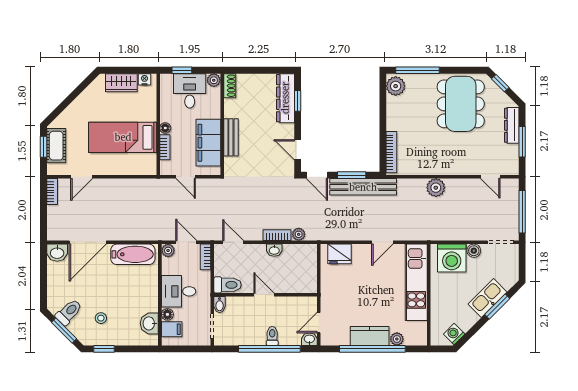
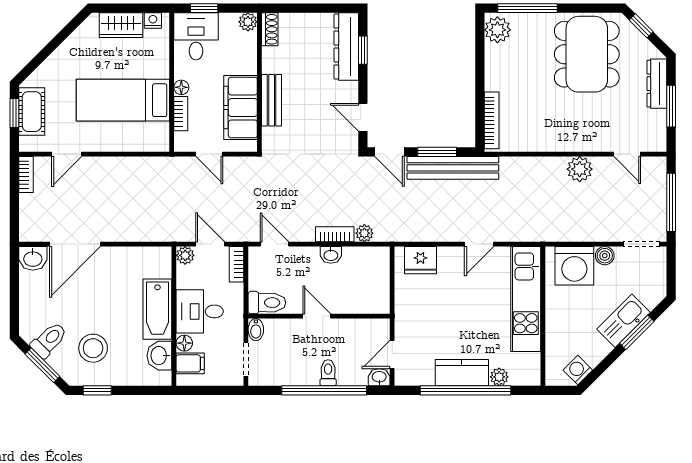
desk: (190, 91) -> (196, 36), moved
plant: (436, 188) -> (580, 169), moved
bathtub: (133, 254) -> (157, 309), moved, turned 90
stool: (101, 318) -> (93, 348), width x1.89, depth x1.89

